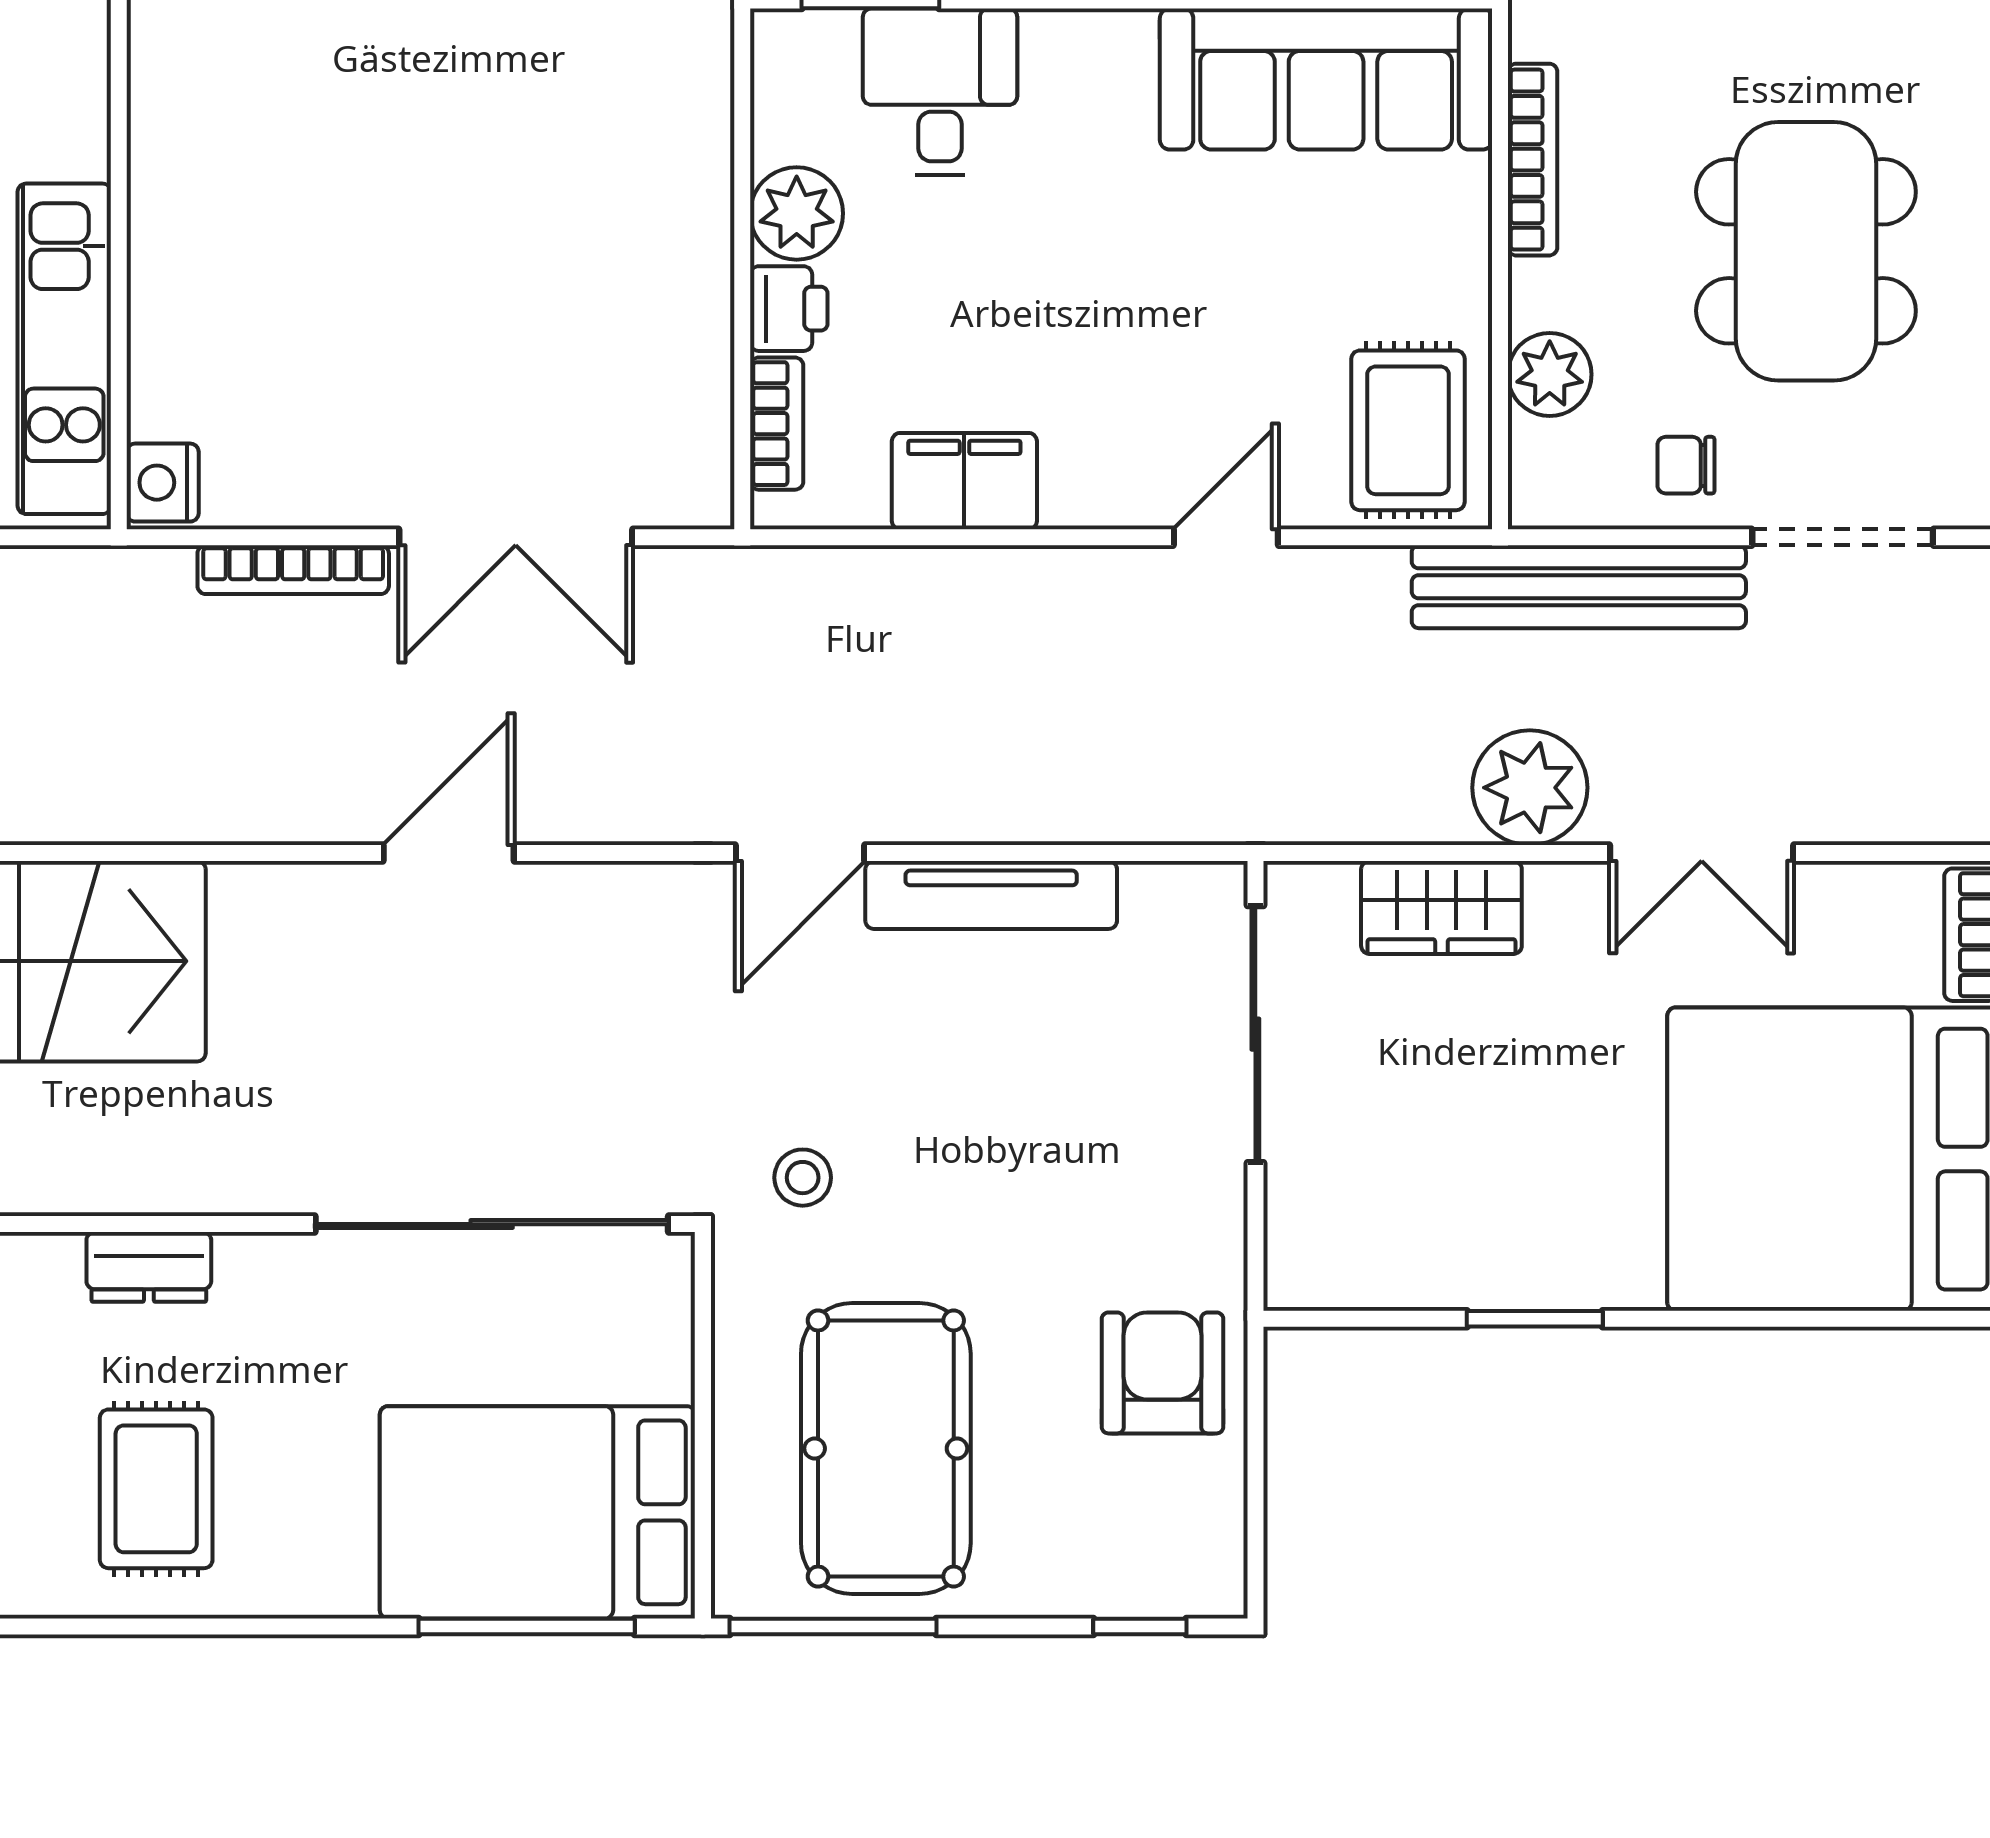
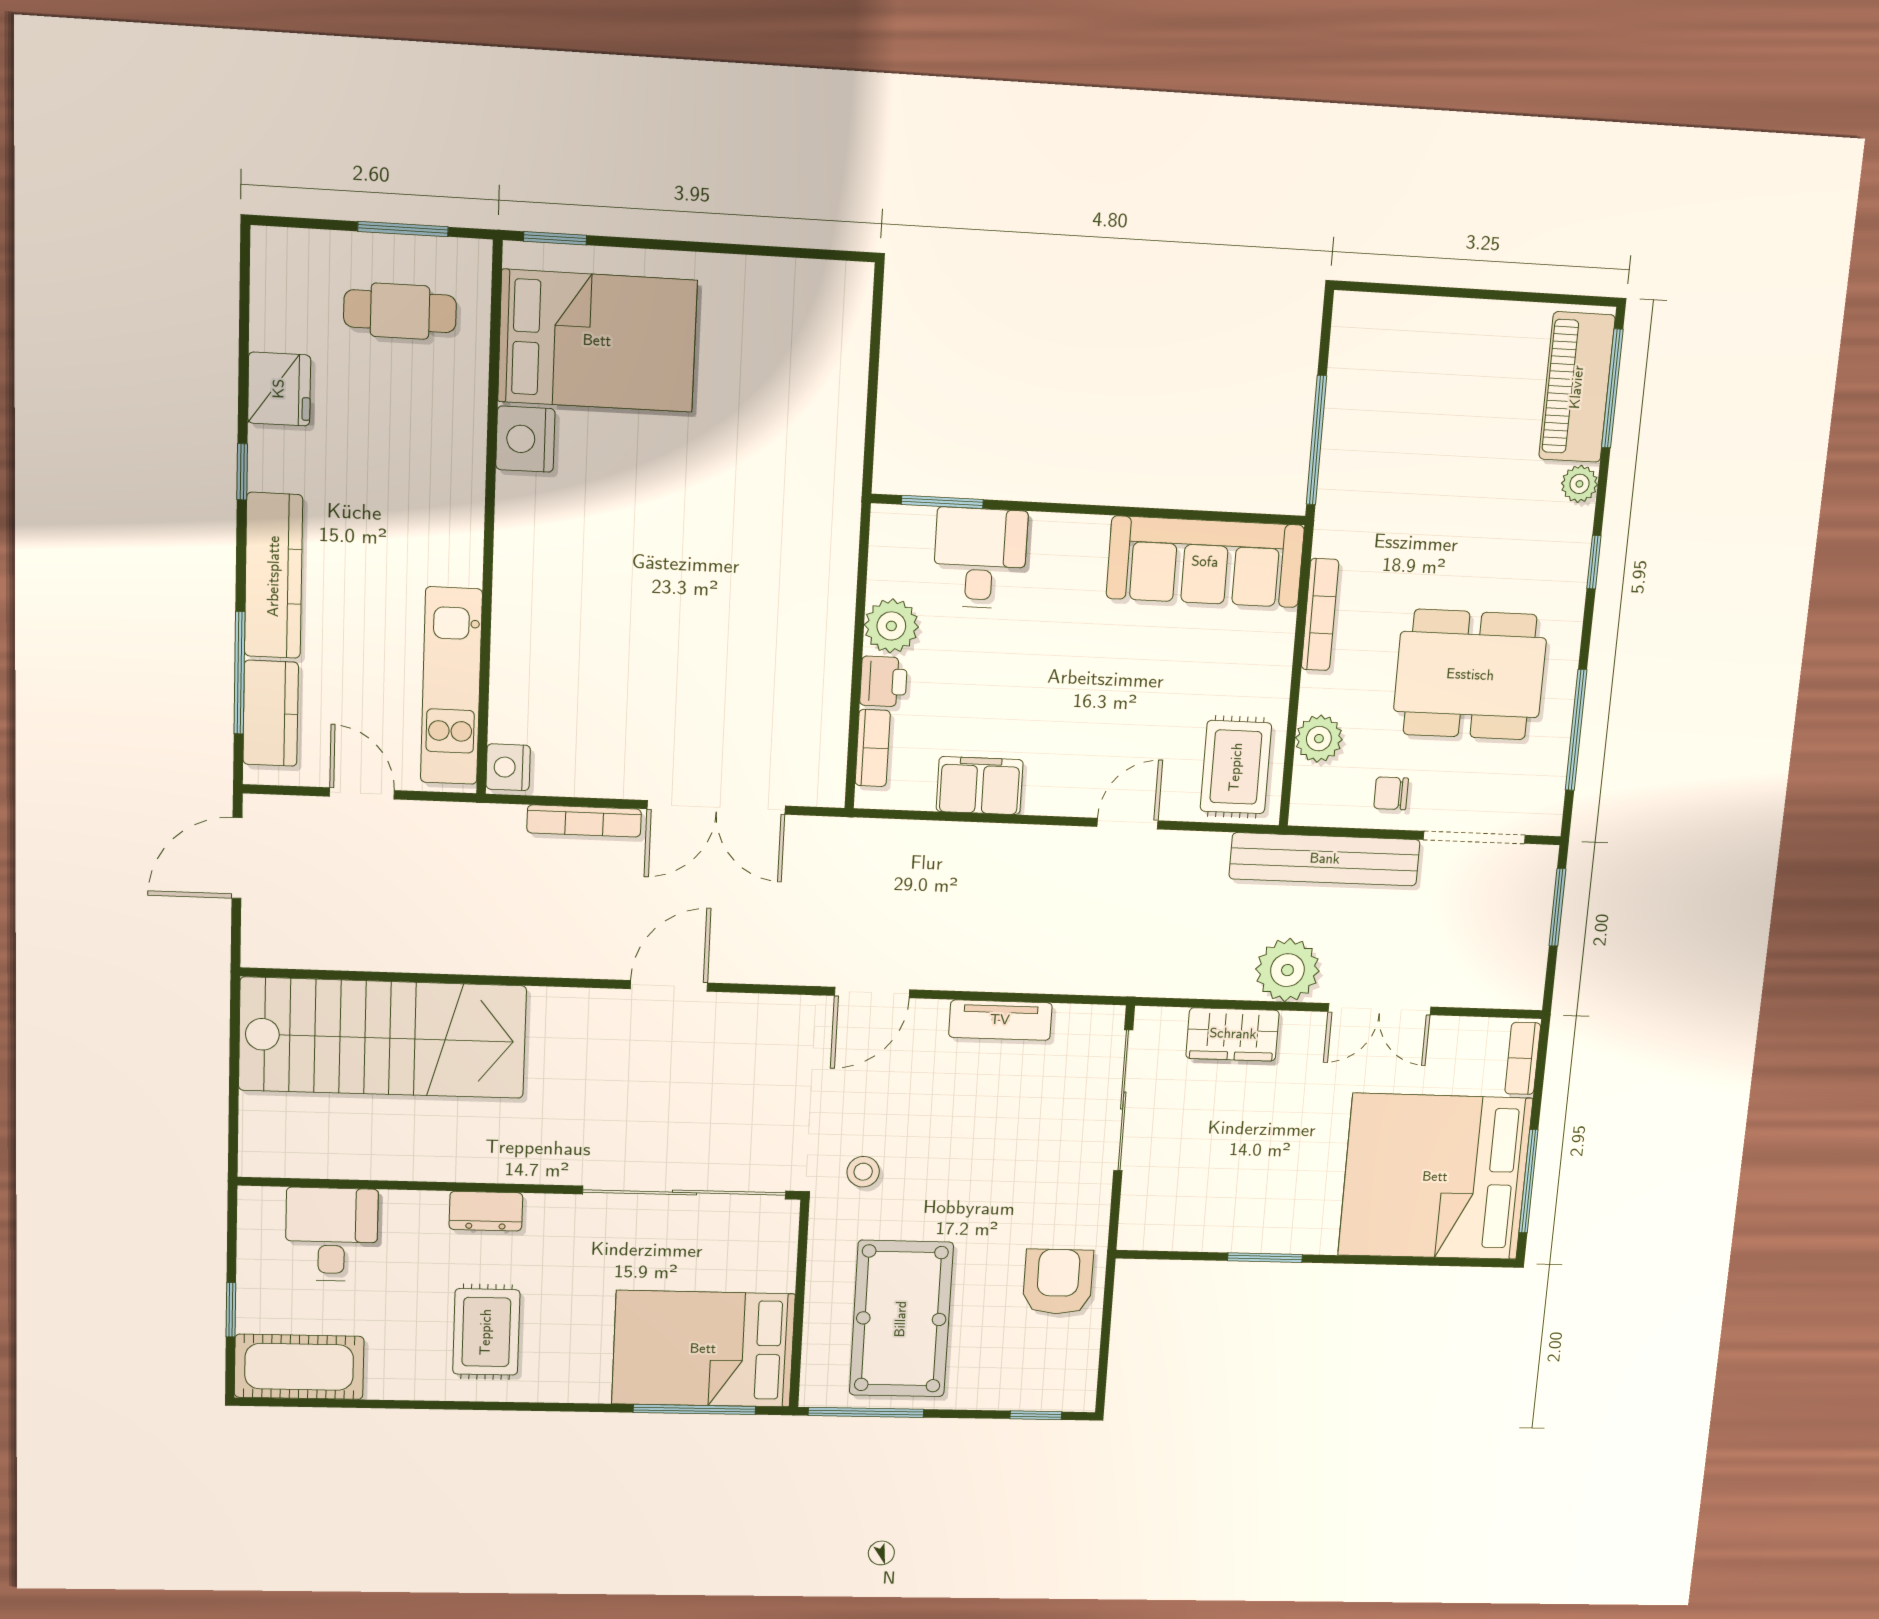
dining table: (1806, 251) -> (1470, 675), turned 90
tv unit: (991, 895) -> (1000, 1020), width x0.71

